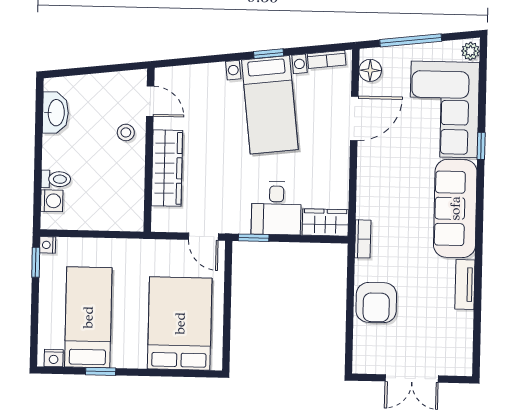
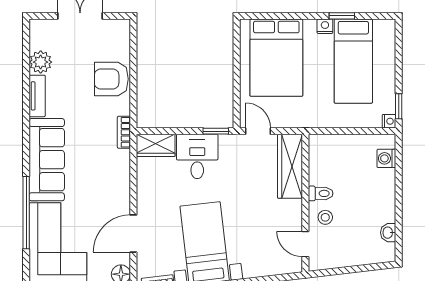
washbasin: (55, 113) -> (388, 233), width x0.52, depth x0.69
window: (481, 146) -> (26, 213), width x3.17
wardrobe: (167, 168) -> (290, 166), moved
toilet: (56, 179) -> (321, 193), moved, turned 180
armchair: (376, 303) -> (111, 79), turned -90
plant: (460, 325) -> (41, 62), added
nightstand: (54, 358) -> (325, 26), moved

